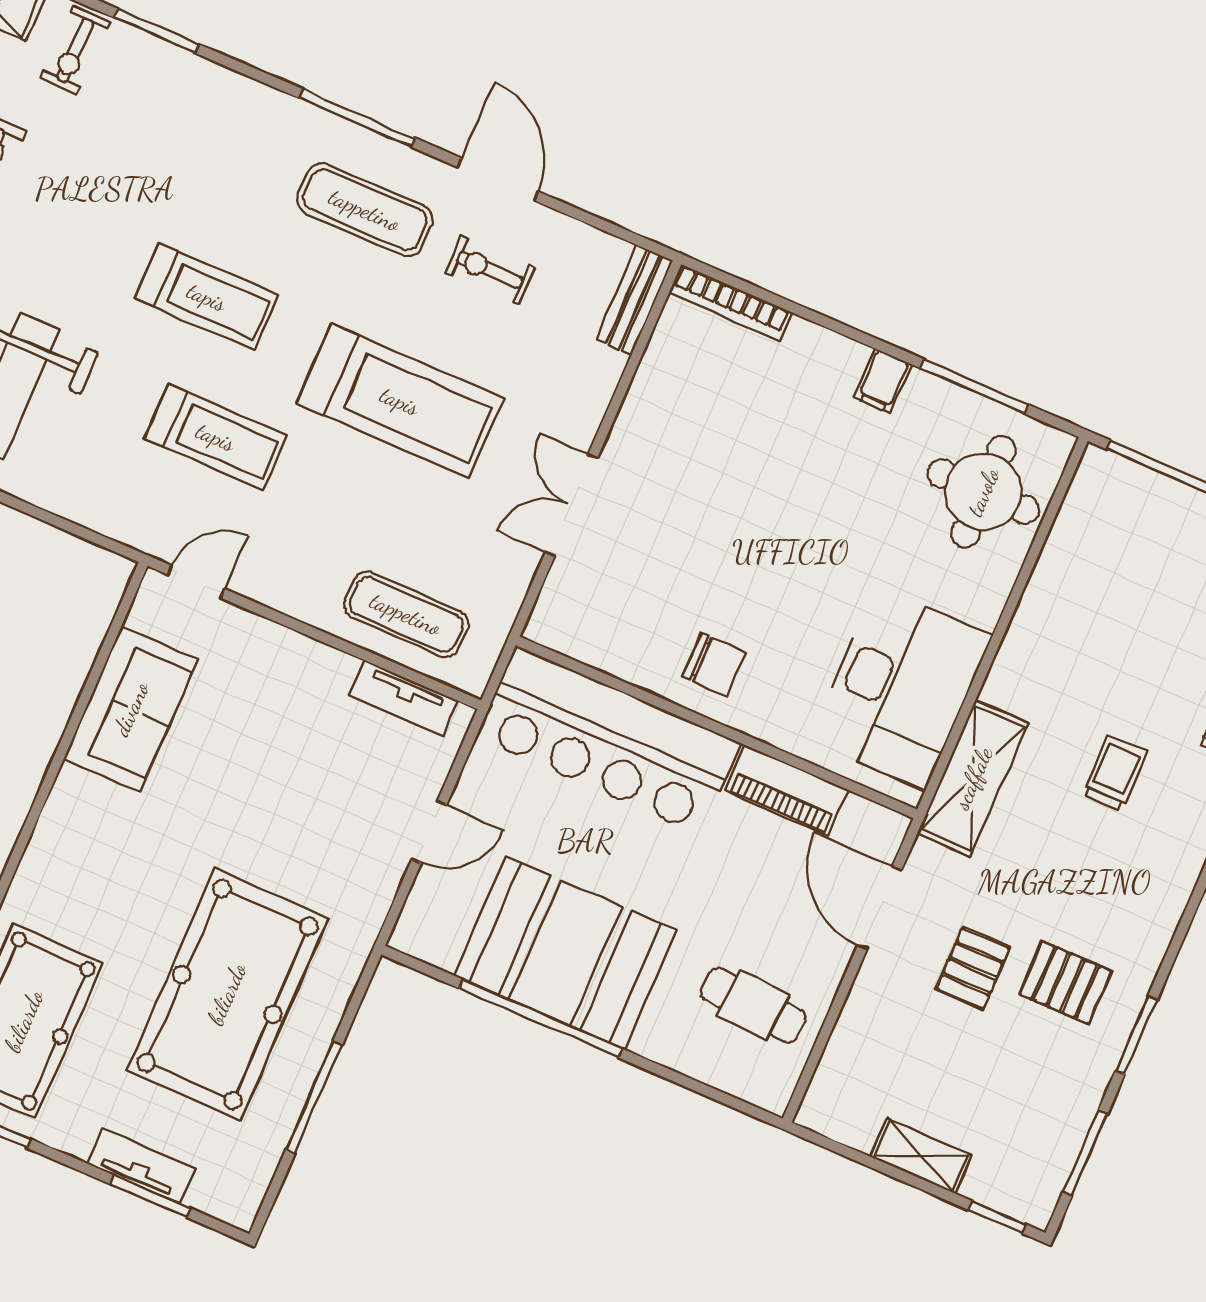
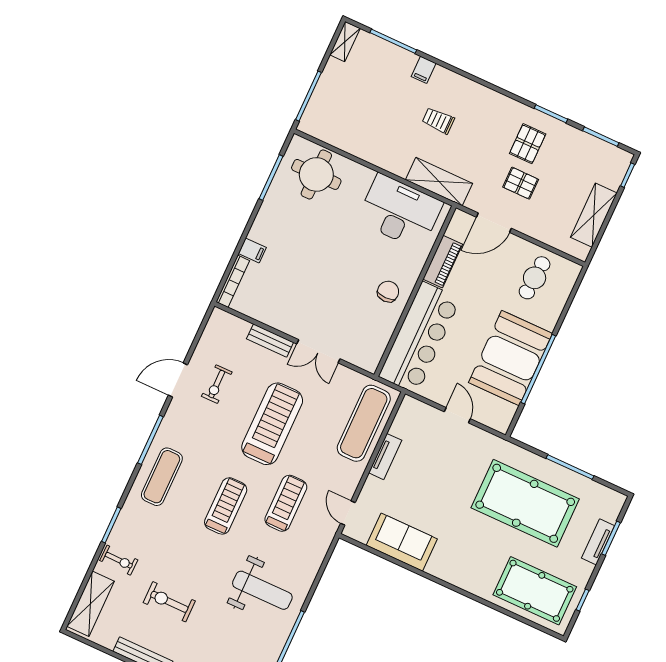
exercise mat: (365, 210) -> (162, 477), moved
bench: (634, 300) -> (270, 341), moved
filing cabinet: (883, 381) -> (252, 250), moved
exercise mat: (406, 614) -> (364, 423), width x1.36, depth x1.45
tv unit: (404, 698) -> (385, 457), moved
shelving: (921, 1156) -> (594, 215), width x1.50, depth x1.33

